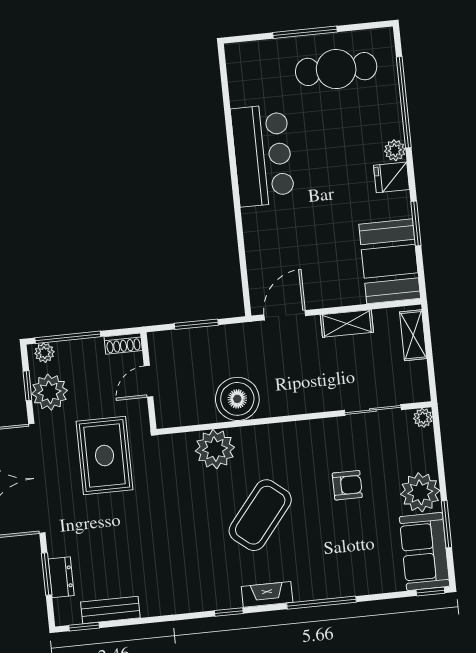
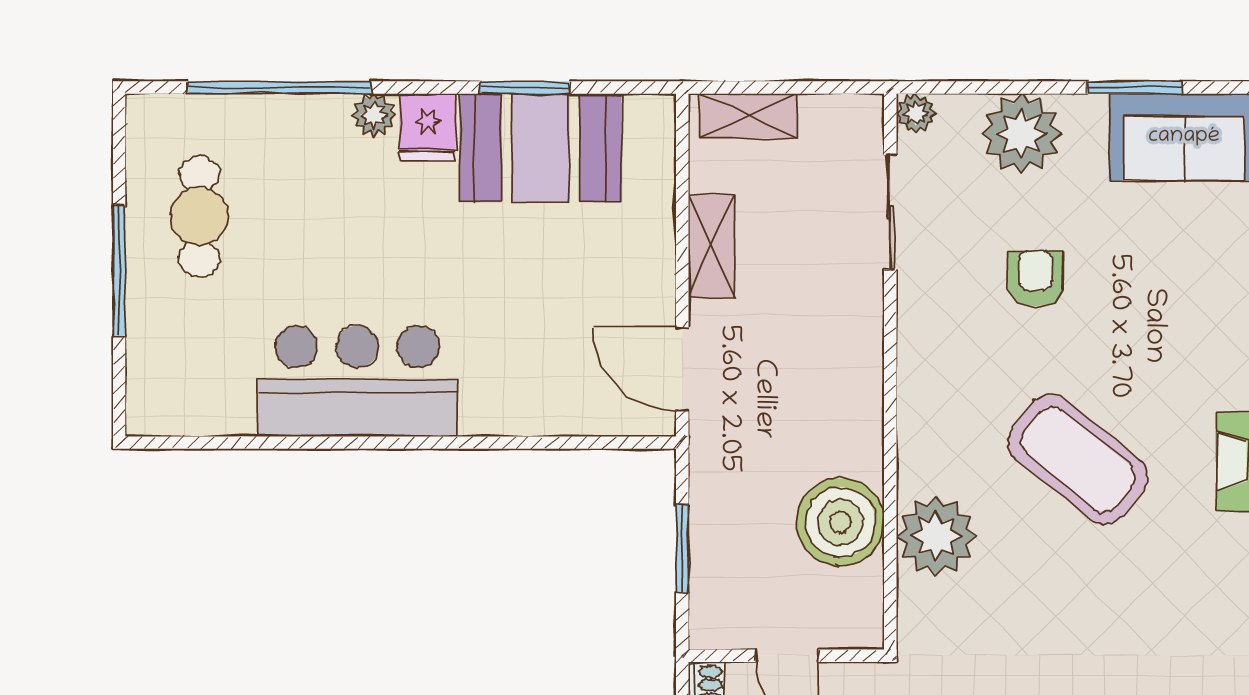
cafe table: (336, 69) -> (199, 216), width x0.73, depth x0.74
booth: (390, 261) -> (541, 148), moved
boiler: (237, 399) -> (840, 522), moved
plant: (420, 492) -> (1022, 134), moved

